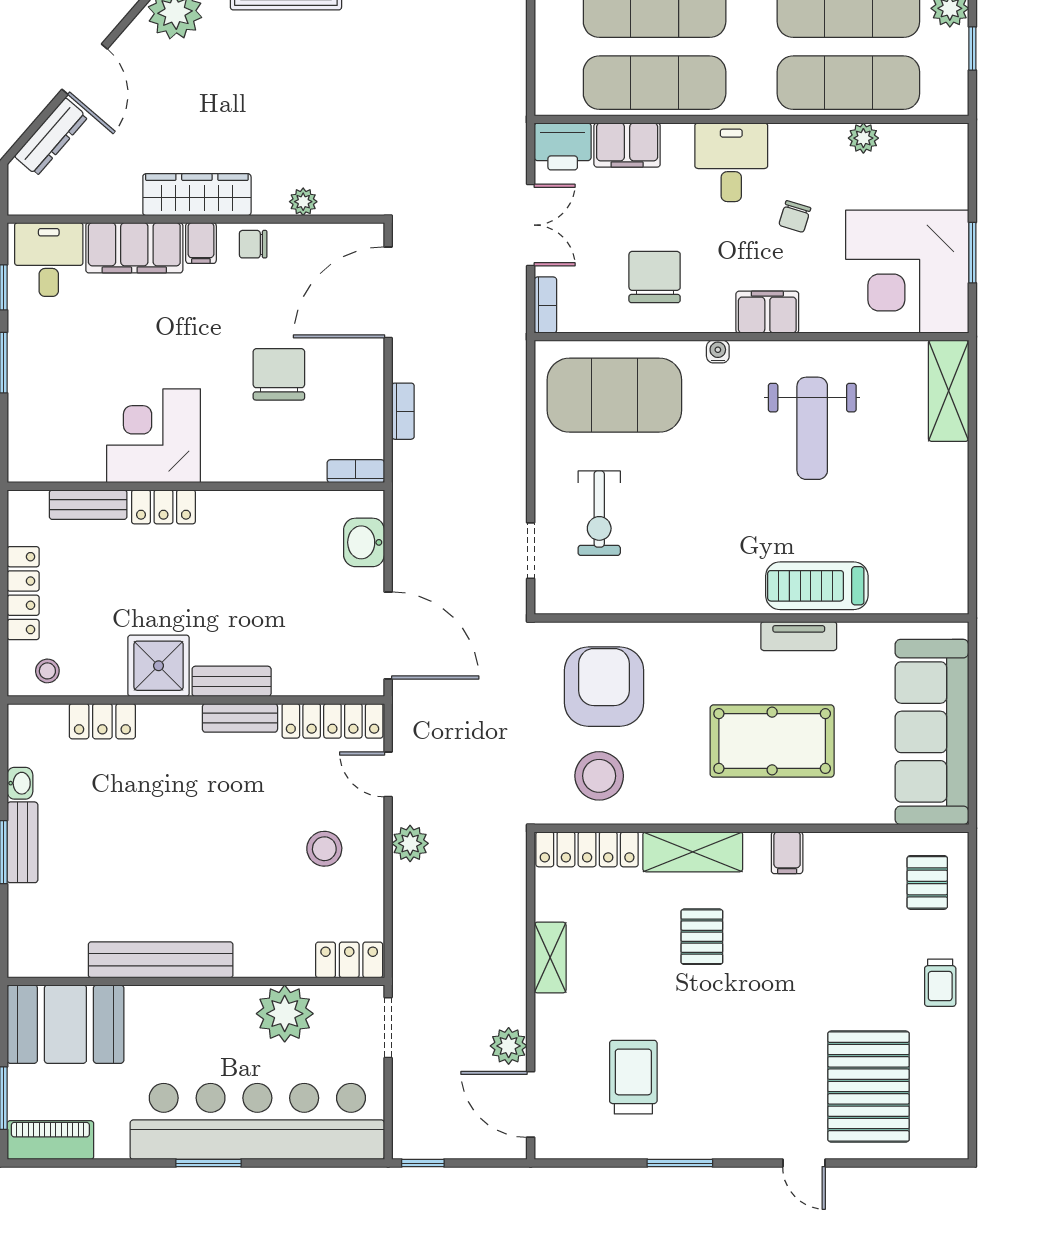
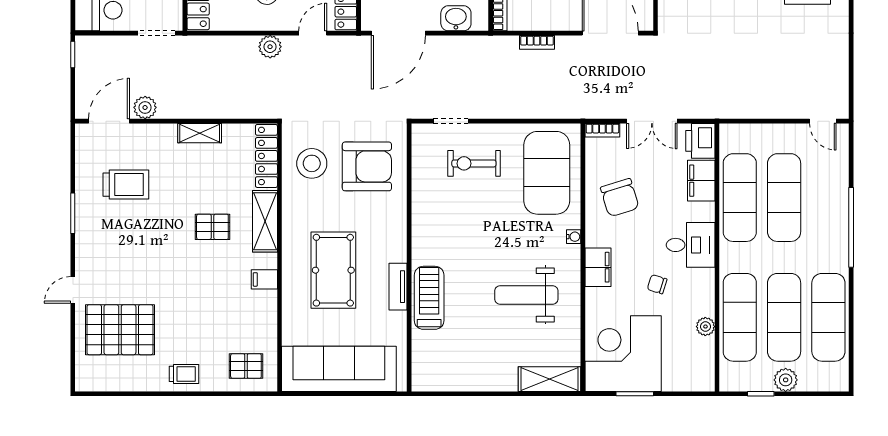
chair: (655, 277) -> (620, 198), turned 73
trolley: (940, 983) -> (184, 374), turned 180

